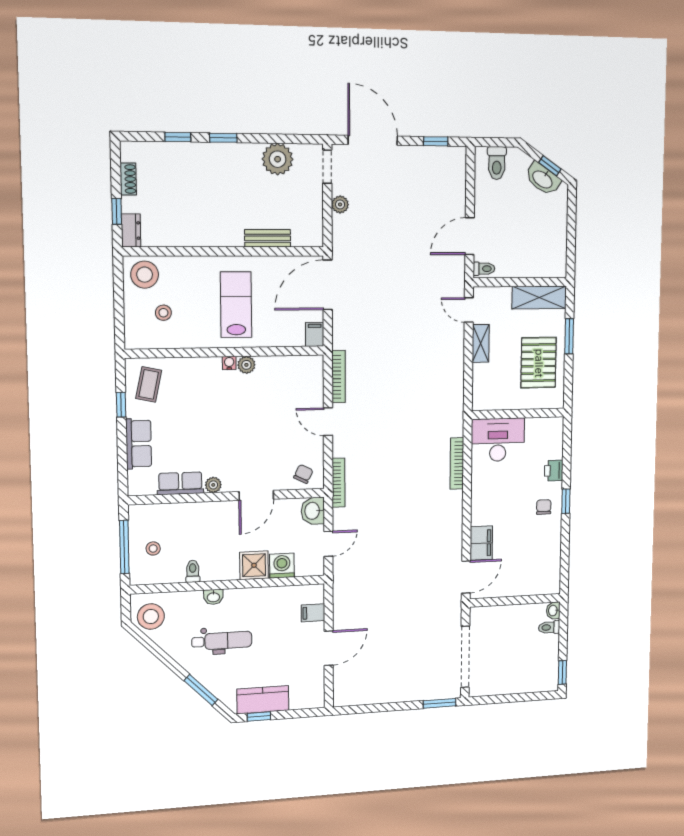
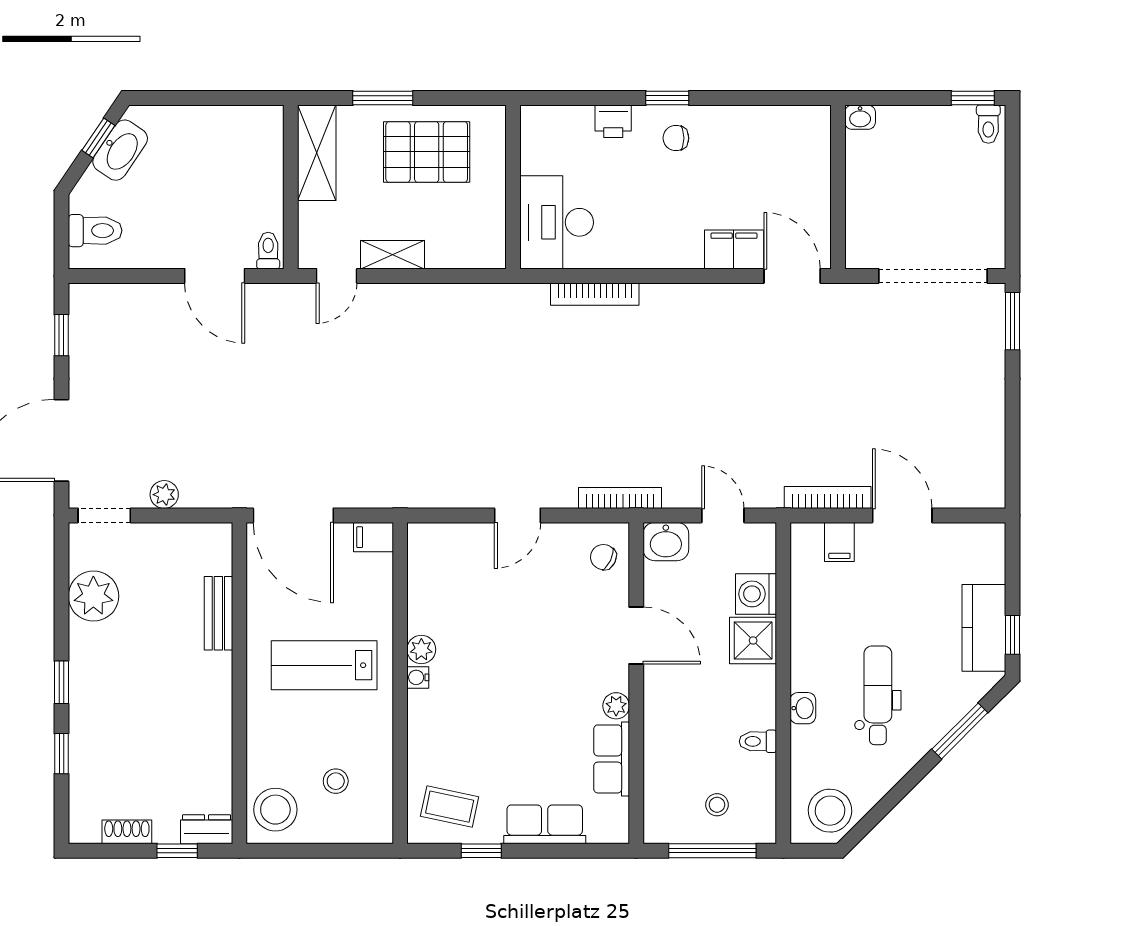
bookcase: (339, 377) -> (828, 498), moved
toilet: (549, 627) -> (988, 124), moved

